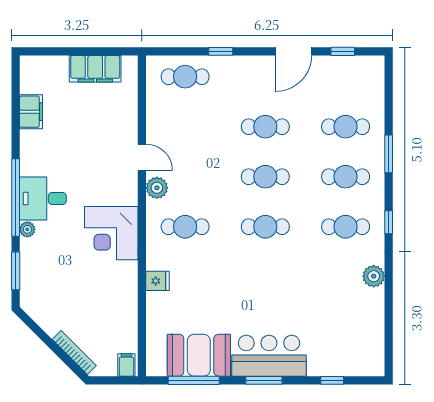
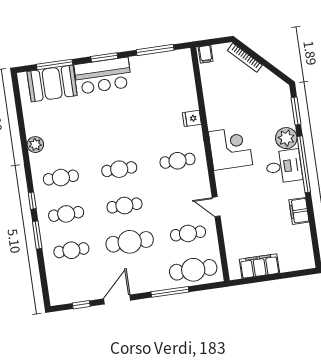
window: (221, 51) -> (170, 292), width x2.17
cafe table: (185, 77) -> (193, 270), width x1.37, depth x1.35
filing cabinet: (31, 112) -> (299, 211), moved
cafe table: (185, 127) -> (188, 233), added
cafe table: (265, 127) -> (130, 242), width x1.37, depth x1.35
plant: (157, 188) -> (202, 186), removed
window: (389, 222) -> (32, 201), moved
plant: (27, 229) -> (286, 138), width x1.88, depth x1.88
booth: (199, 355) -> (52, 84), moved
window: (332, 380) -> (55, 64), width x2.17

